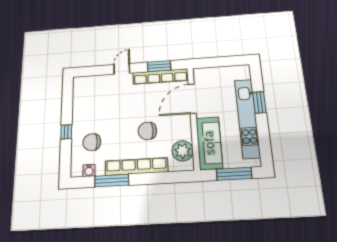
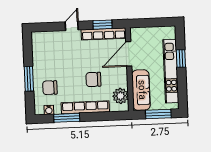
window: (66, 132) -> (29, 79), width x2.17

